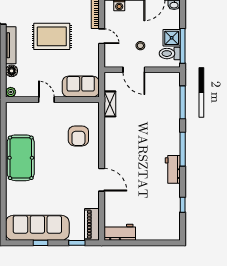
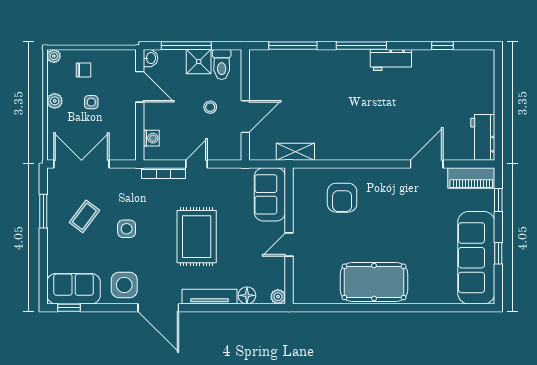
window: (183, 46) -> (186, 46), moved
armchair: (78, 136) -> (342, 198), turned 90
door: (102, 180) -> (427, 164), moved

